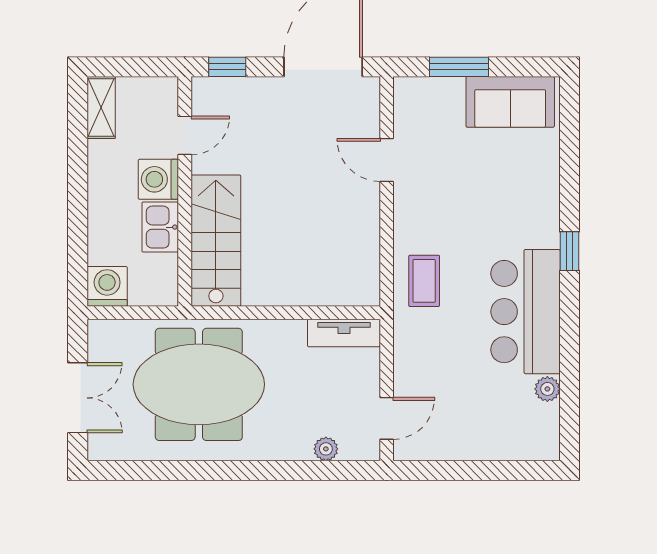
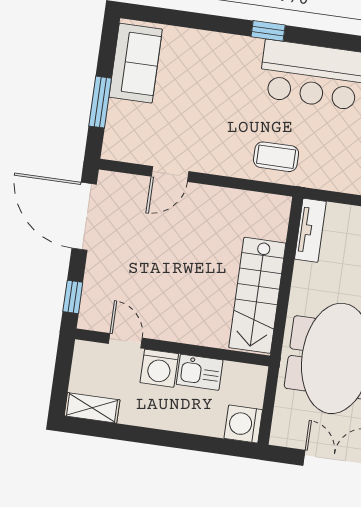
stairs: (216, 241) -> (257, 295), moved, turned -90

